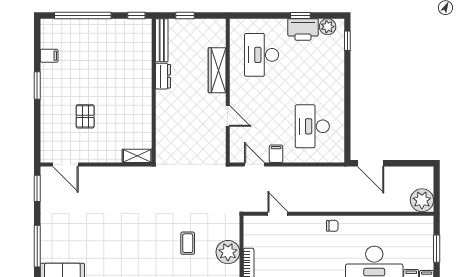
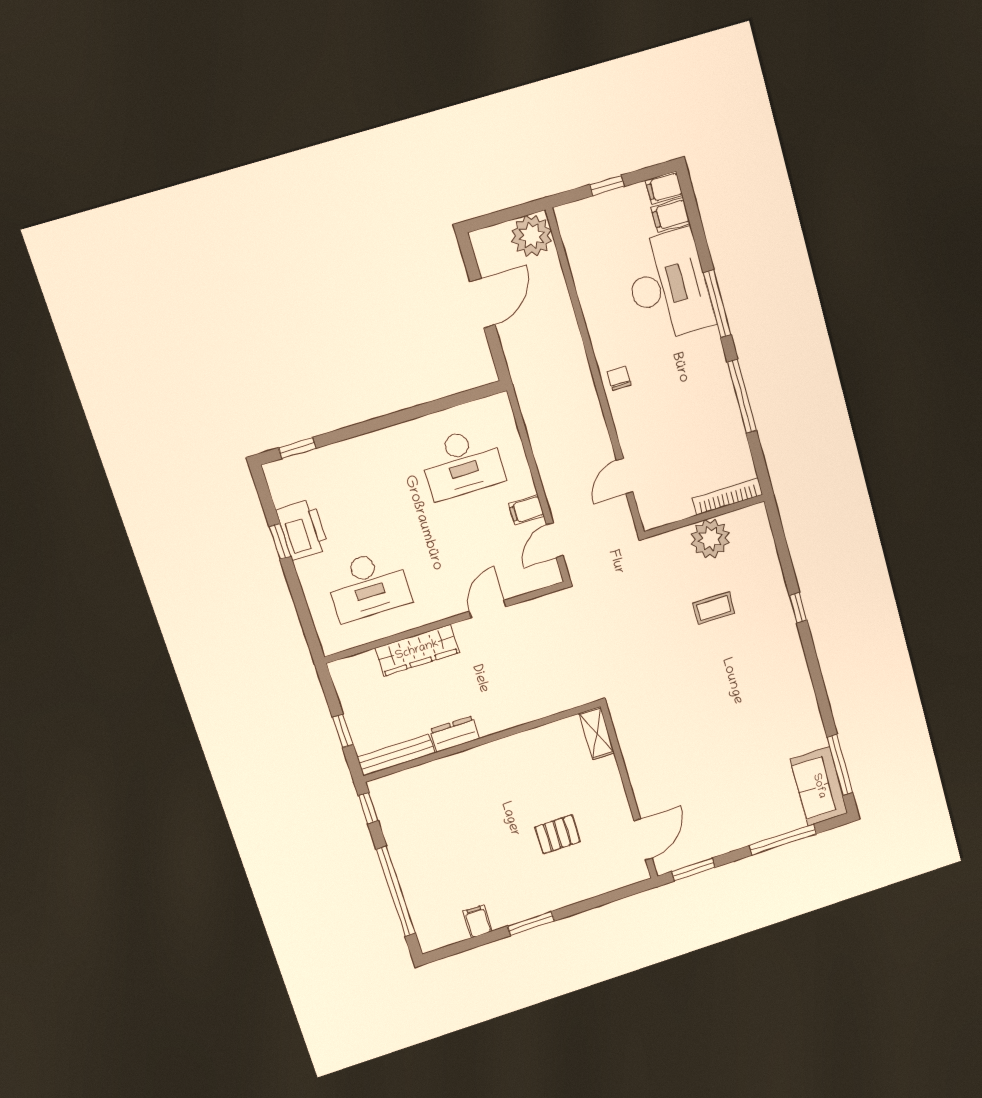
plant: (328, 27) -> (284, 489), removed
door: (371, 163) -> (482, 303), moved
window: (437, 249) -> (607, 185), width x0.67

